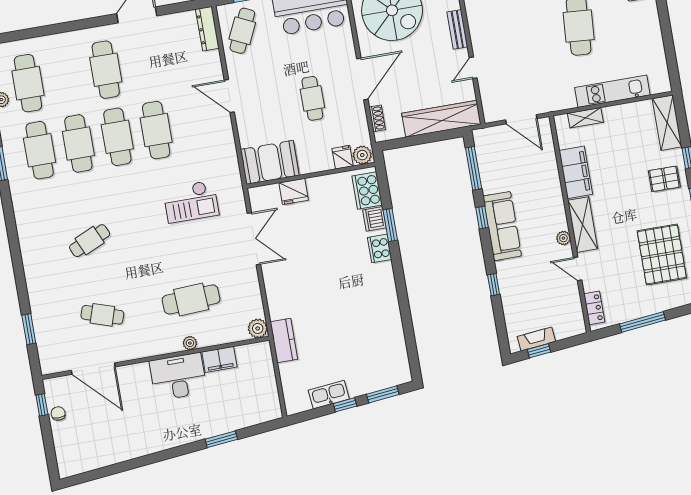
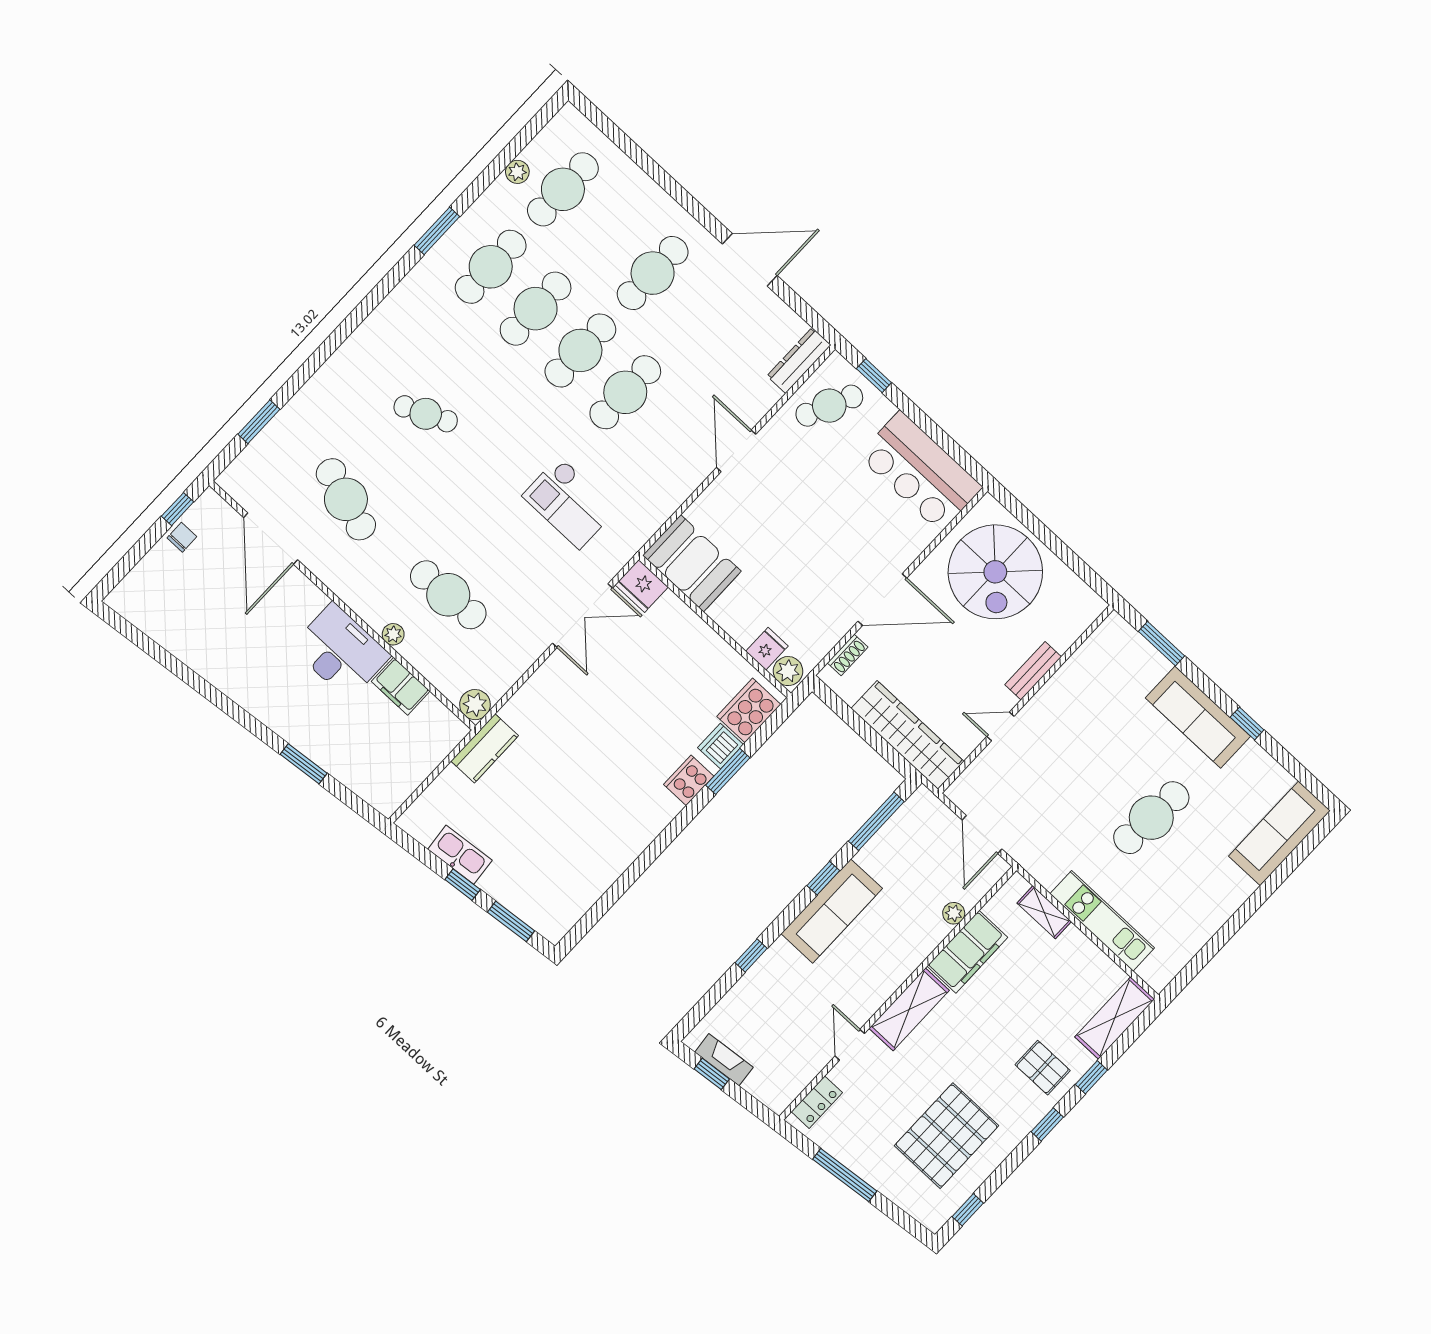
cafe table: (312, 98) -> (811, 556), removed
fridge: (294, 191) -> (642, 586), moved
plant: (563, 238) -> (954, 913), moved
cafe table: (102, 315) -> (346, 499), width x1.37, depth x1.35

